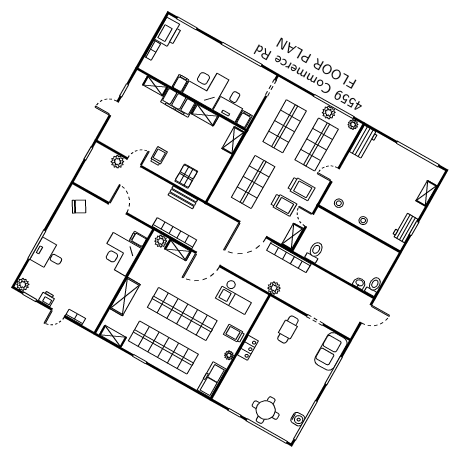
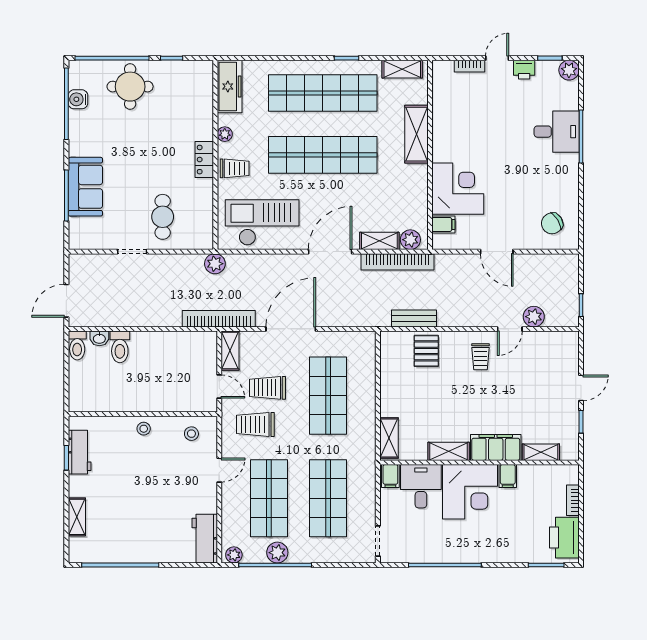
toilet: (315, 252) -> (120, 347), moved
checkout: (236, 296) -> (262, 222), width x1.36, depth x1.21
sofa: (331, 351) -> (85, 187), moved

